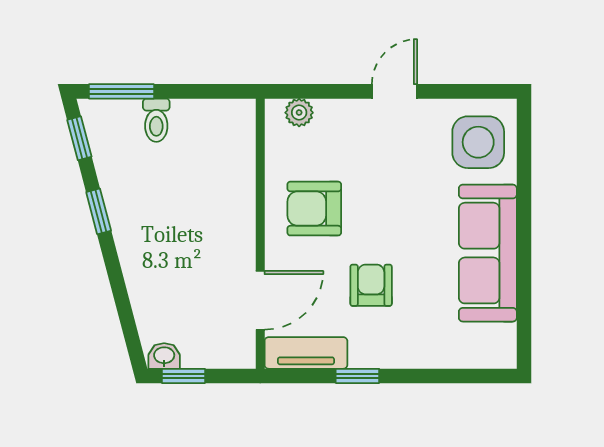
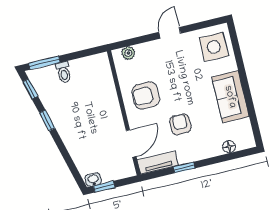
sofa: (488, 253) -> (230, 97), width x0.73
floor lamp: (460, 355) -> (229, 147), added

